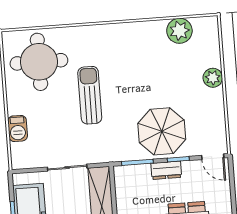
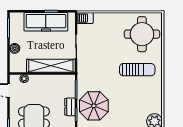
sun lounger: (90, 95) -> (137, 70), moved
barbecue: (18, 128) -> (85, 18), moved

